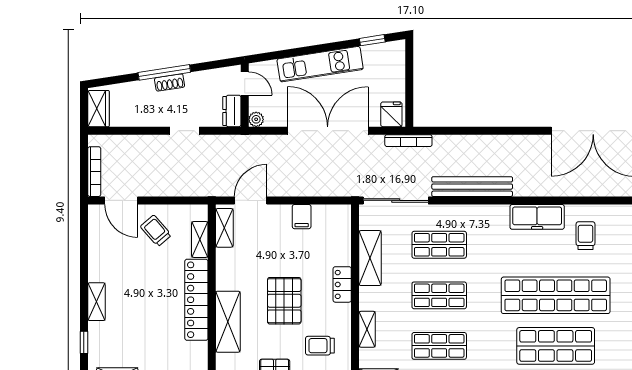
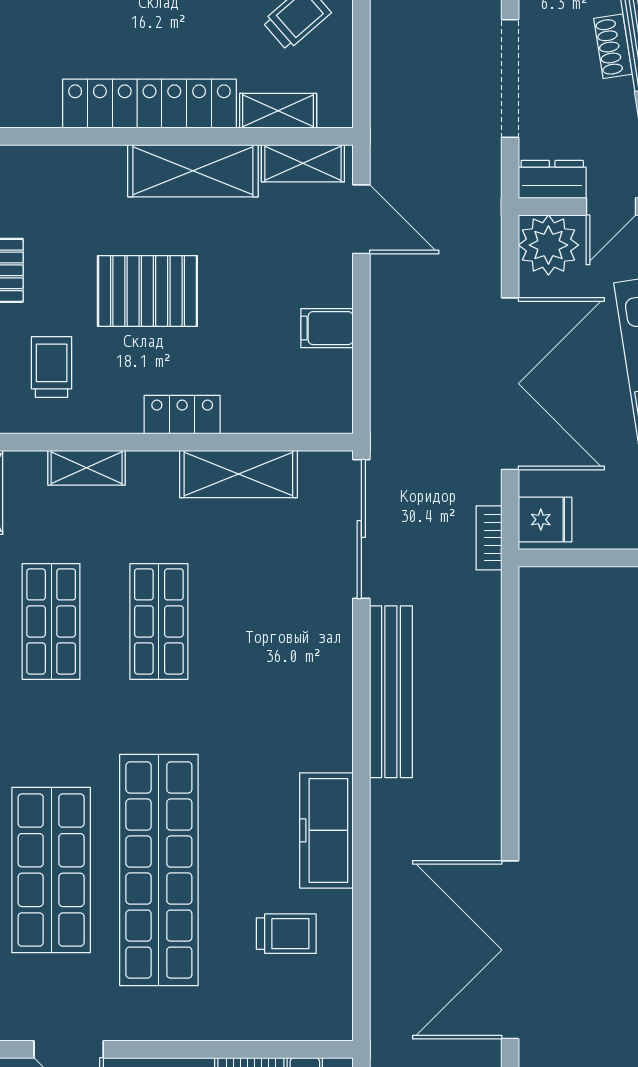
plant: (256, 119) -> (548, 245), width x1.88, depth x1.88
doorway: (185, 131) -> (510, 79), width x1.88
bookcase: (408, 141) -> (489, 538), width x0.64
shop shelf: (439, 245) -> (267, 621), removed
shelving: (228, 322) -> (193, 171), moved

